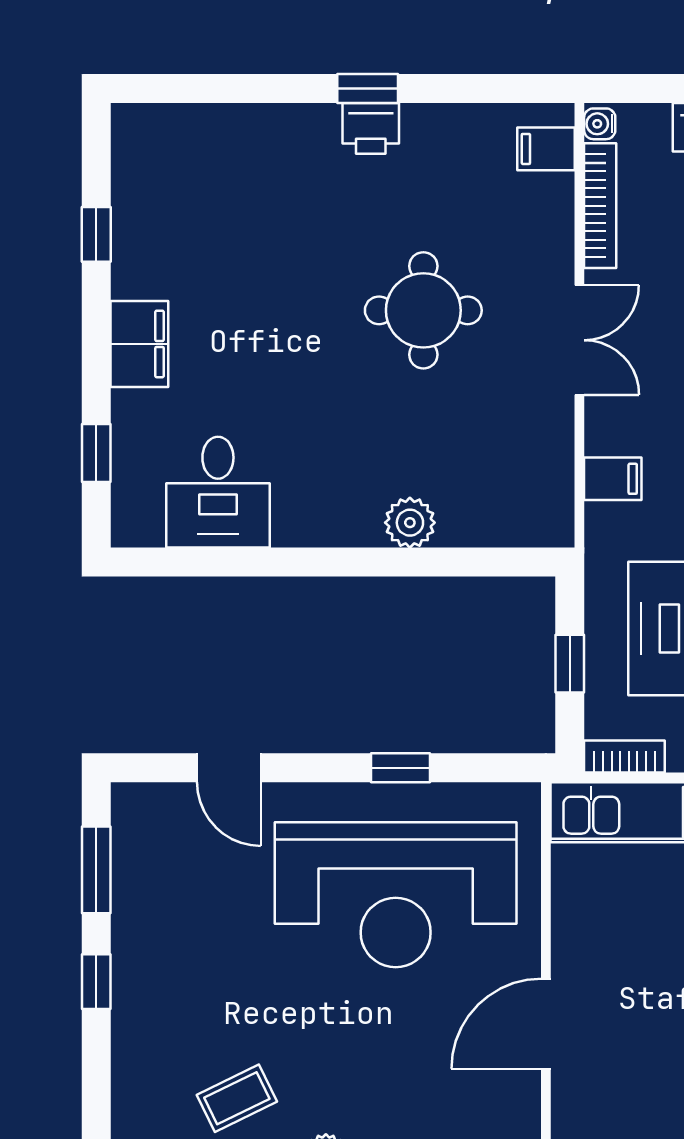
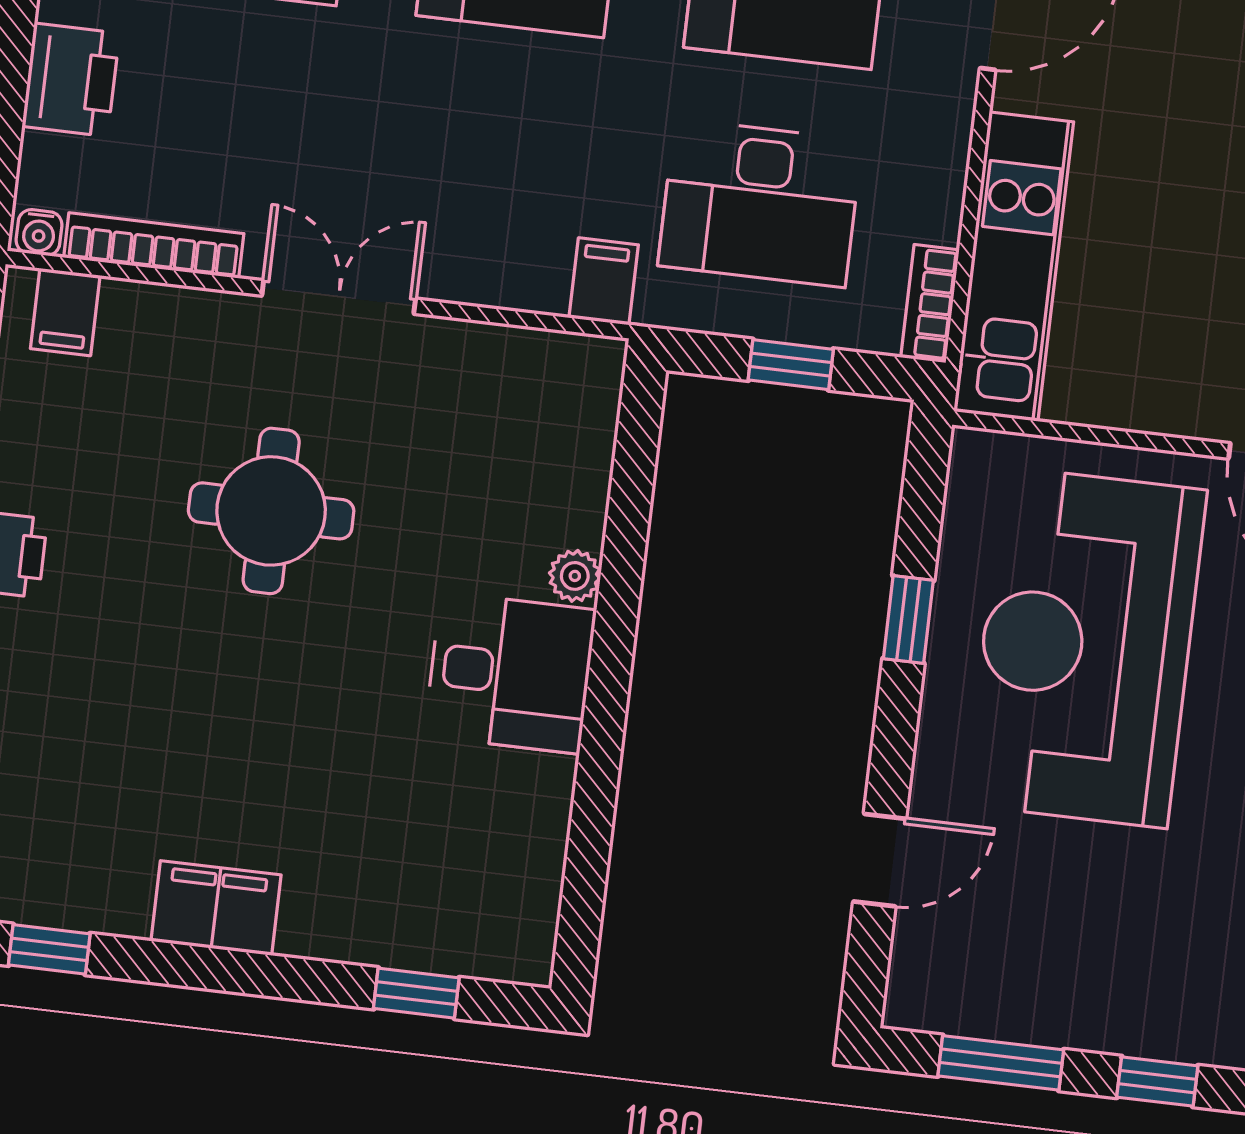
window: (96, 234) -> (49, 949), moved
filing cabinet: (139, 344) -> (216, 908), moved
filing cabinet: (613, 479) -> (604, 281), moved
desk: (218, 492) -> (510, 673), moved
plant: (410, 523) -> (575, 576), width x0.73, depth x0.73
reception desk: (396, 895) -> (1086, 647), turned 180

